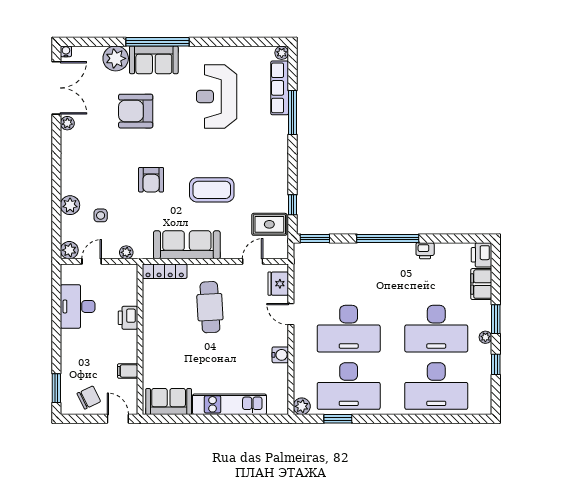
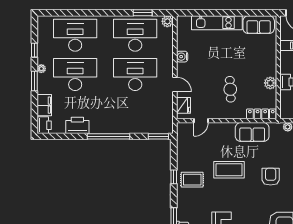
window: (292, 205) -> (174, 177), moved
rug: (269, 224) -> (192, 180), moved
sofa: (187, 245) -> (252, 132), width x0.73
printer: (425, 251) -> (77, 125), width x1.87, depth x1.48
cafe table: (210, 307) -> (230, 89), width x0.73, depth x0.74
plant: (152, 316) -> (270, 83), added

